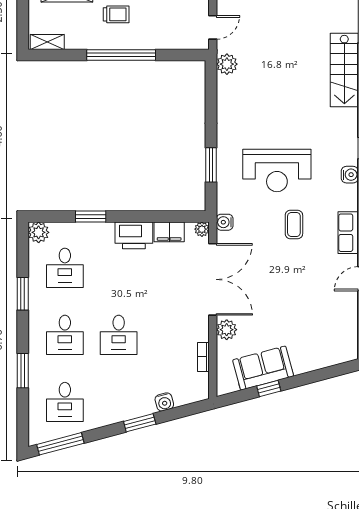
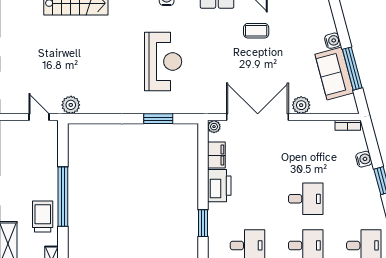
trolley: (116, 14) -> (43, 216), moved, width x1.36, depth x1.39
water cooler: (225, 222) -> (333, 41), moved, turned -105
coffee table: (294, 224) -> (256, 31), moved
bookcase: (203, 357) -> (348, 125), moved
window: (269, 388) -> (352, 69), width x2.17

